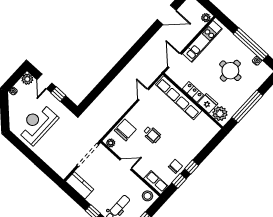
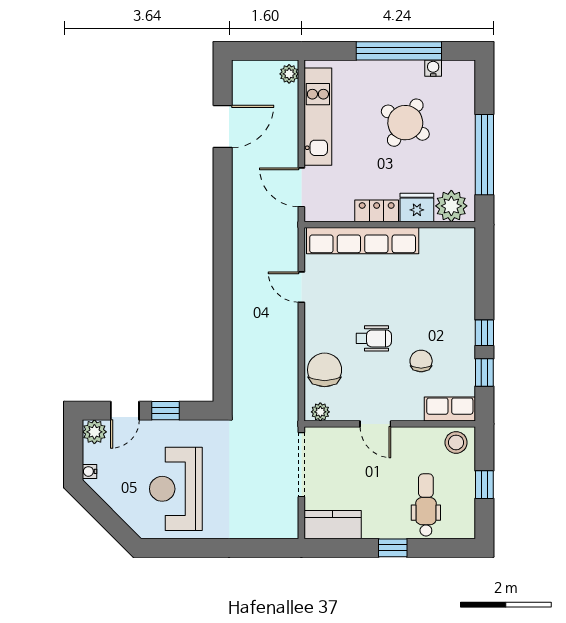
round table: (230, 71) -> (405, 123), turned 33
door: (44, 81) -> (125, 411), hinge flipped
door: (126, 164) -> (375, 424), swing flipped
chair: (175, 166) -> (421, 361), moved

